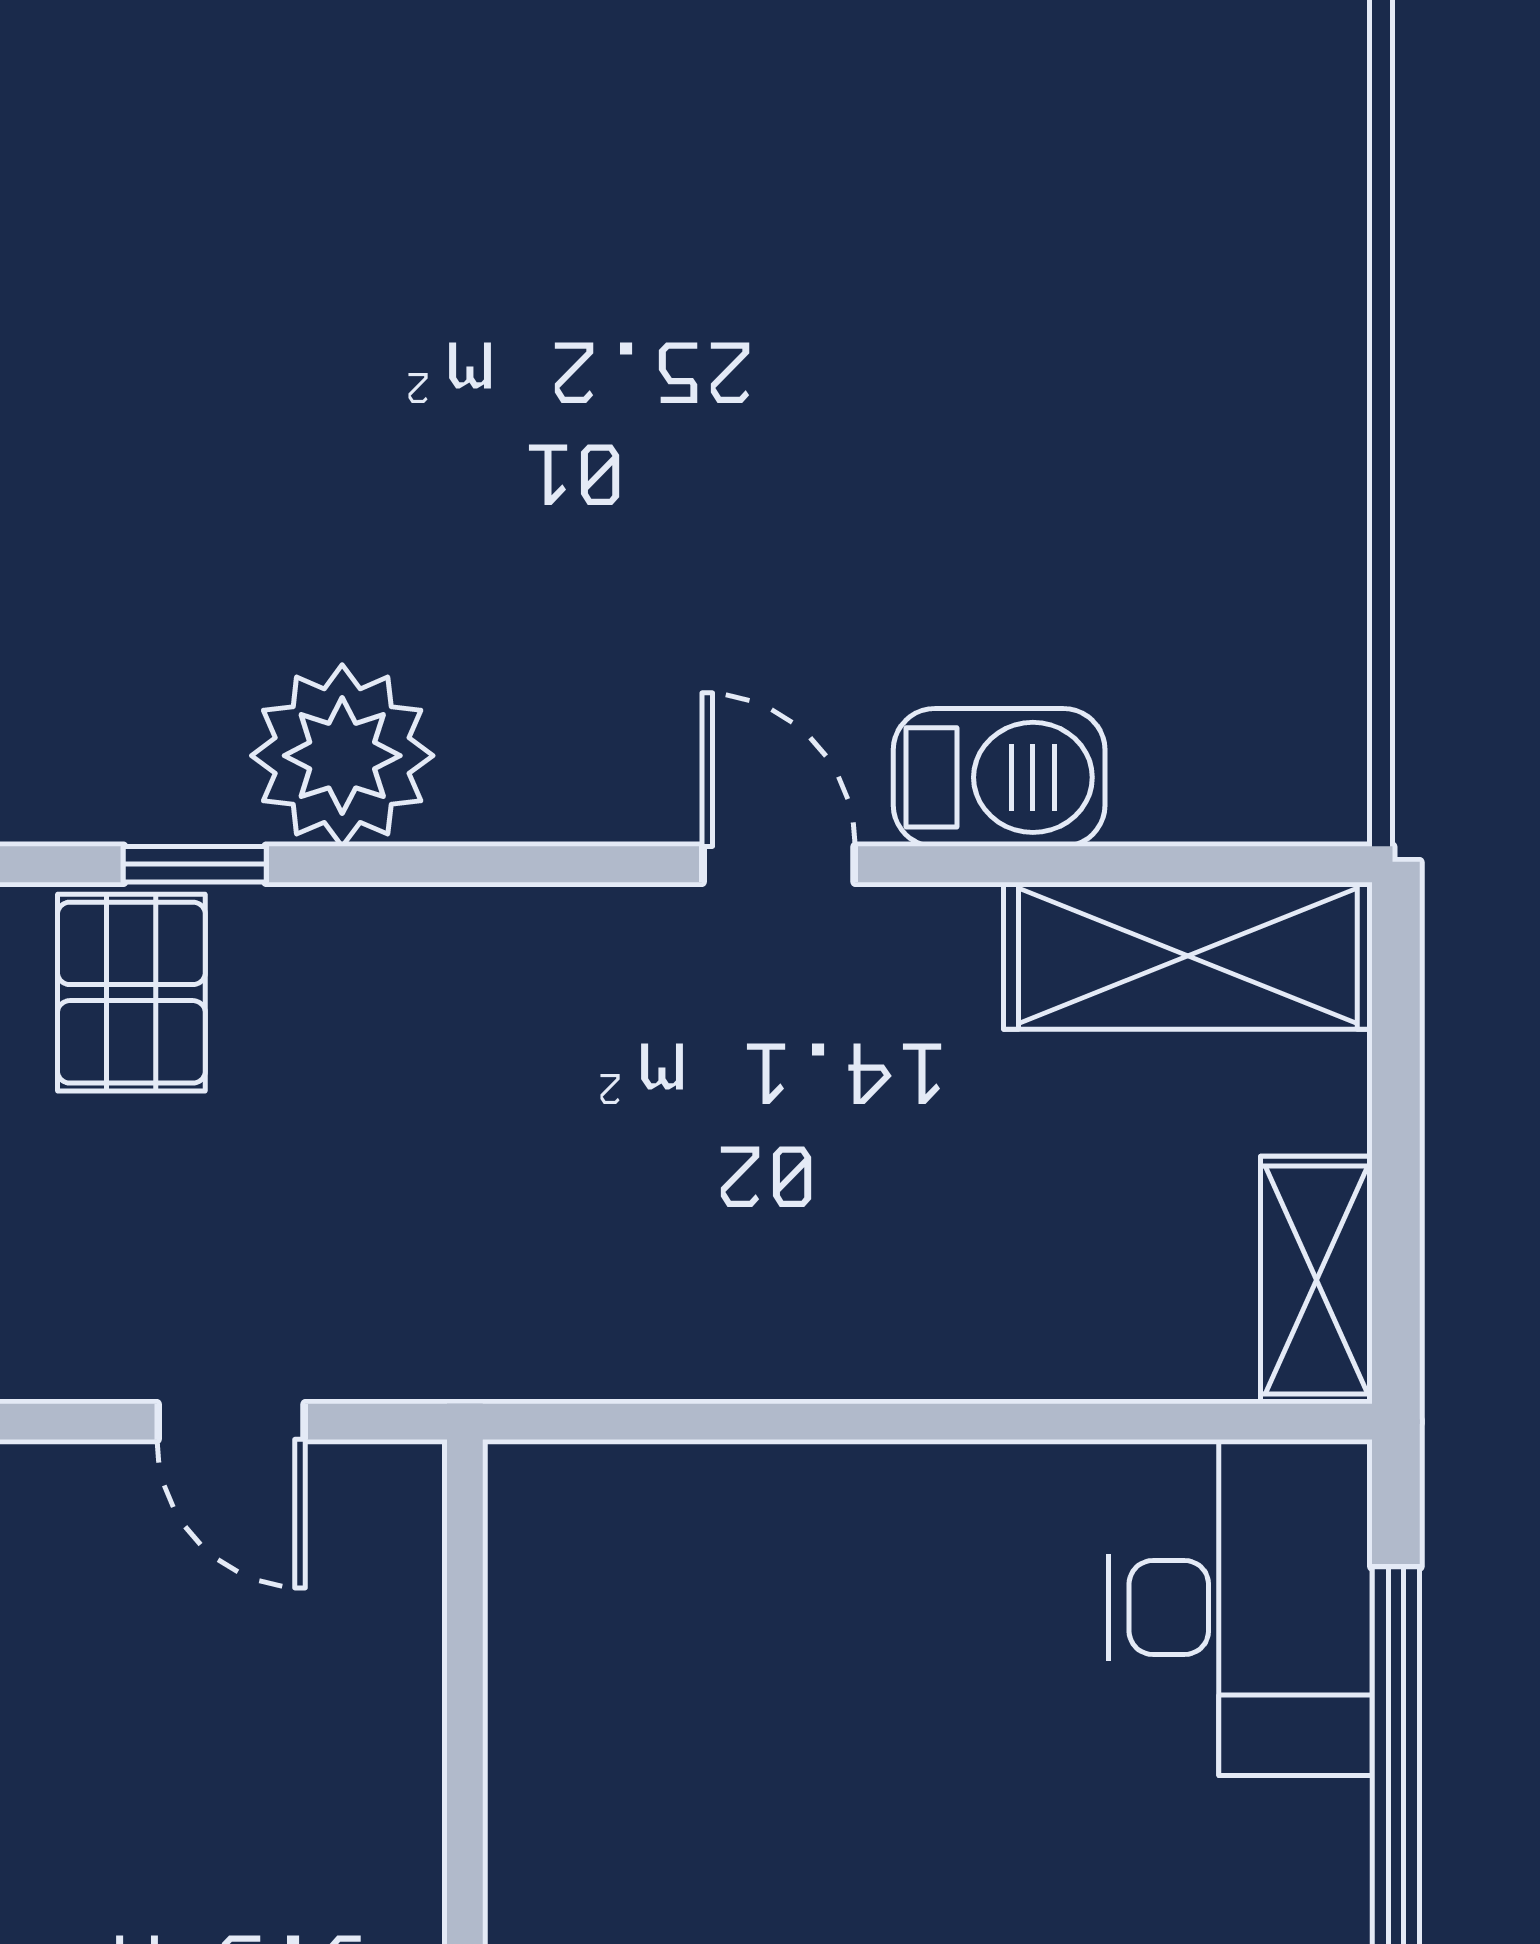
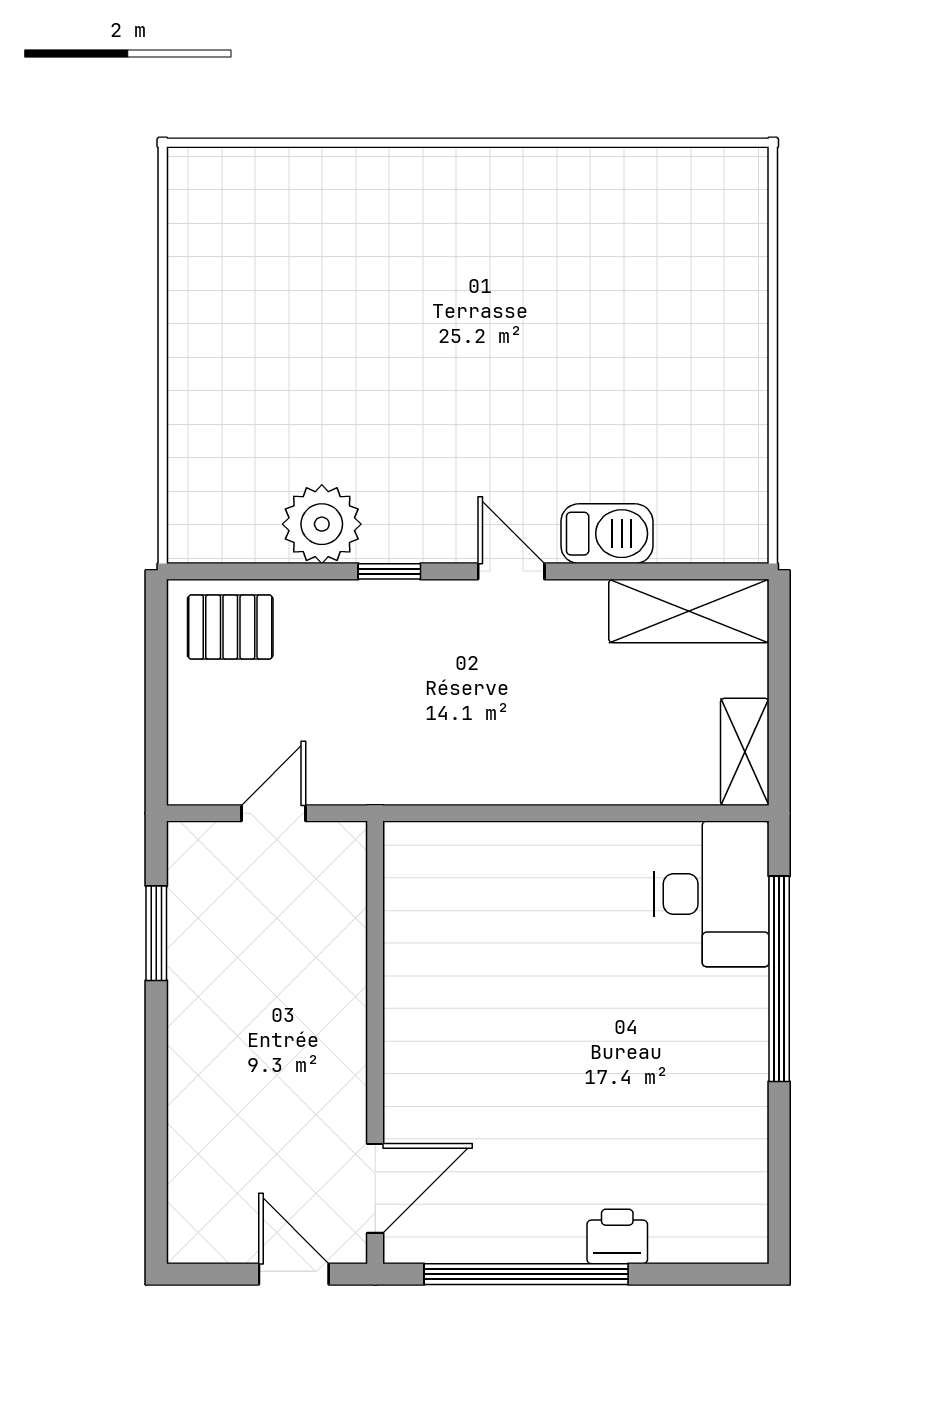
window: (195, 864) -> (389, 571), moved
pallet: (131, 993) -> (230, 627), turned 90
door: (231, 1422) -> (274, 813), swing flipped

